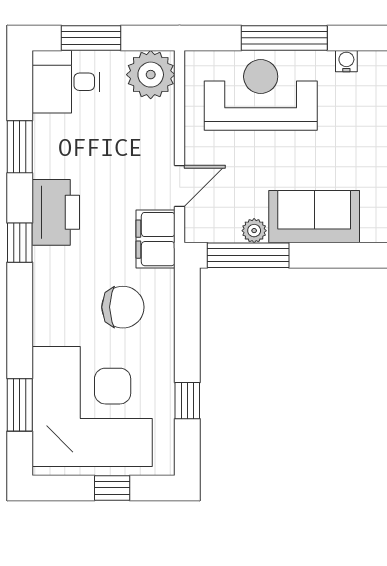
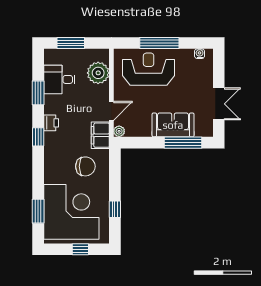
water cooler: (346, 61) -> (200, 54), moved
plant: (151, 75) -> (98, 73), moved
desk: (66, 82) -> (59, 79), moved
printer: (56, 212) -> (51, 123), width x0.53, depth x0.68
plant: (254, 231) -> (119, 131), moved
window: (248, 255) -> (183, 143), moved

